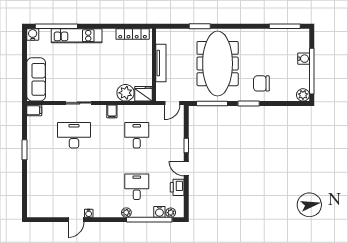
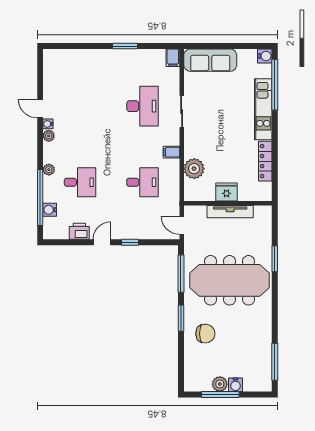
locker: (133, 34) -> (265, 161), moved
window: (312, 71) -> (220, 395), width x0.68
chair: (261, 83) -> (205, 334), turned 90
fridge: (144, 94) -> (226, 192), moved, turned -90
plant: (303, 95) -> (220, 384), moved
plant: (171, 213) -> (49, 136), moved

